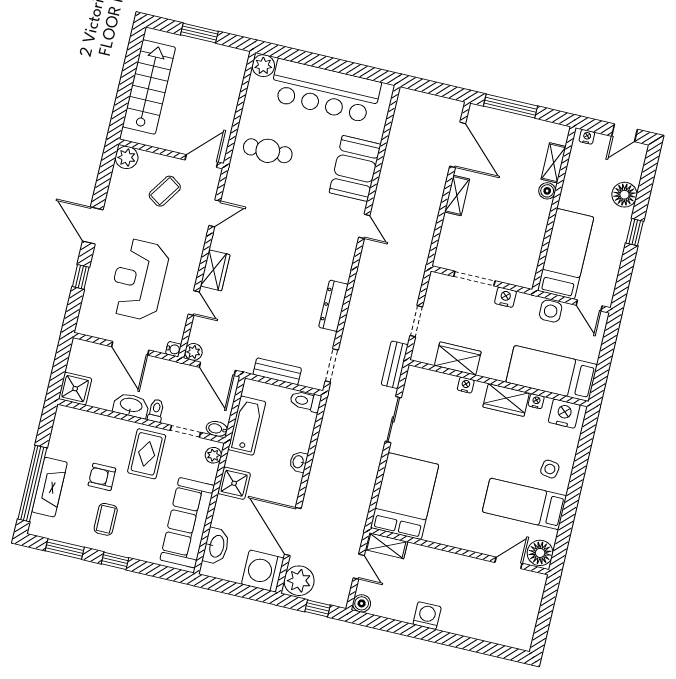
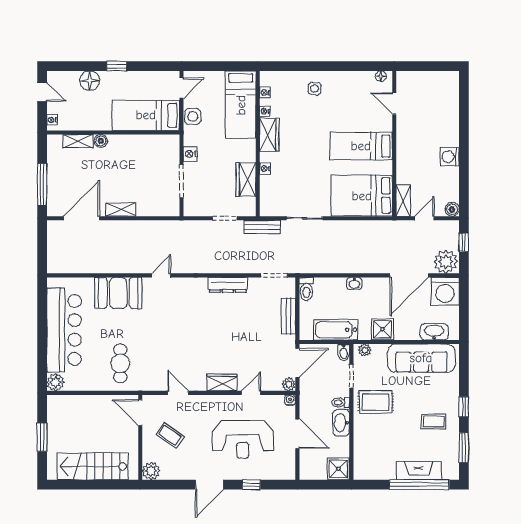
door: (130, 348) -> (297, 434), hinge flipped
nightstand: (564, 414) -> (265, 93), width x0.53, depth x0.56
armchair: (102, 477) -> (402, 432), removed
bed: (524, 504) -> (361, 146), moved, turned 90
floor lamp: (540, 553) -> (381, 76), width x0.53, depth x0.53

